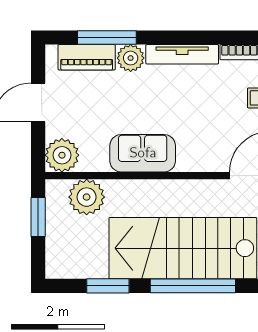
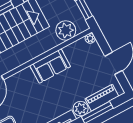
plant: (62, 155) -> (90, 38), width x0.53, depth x0.53

